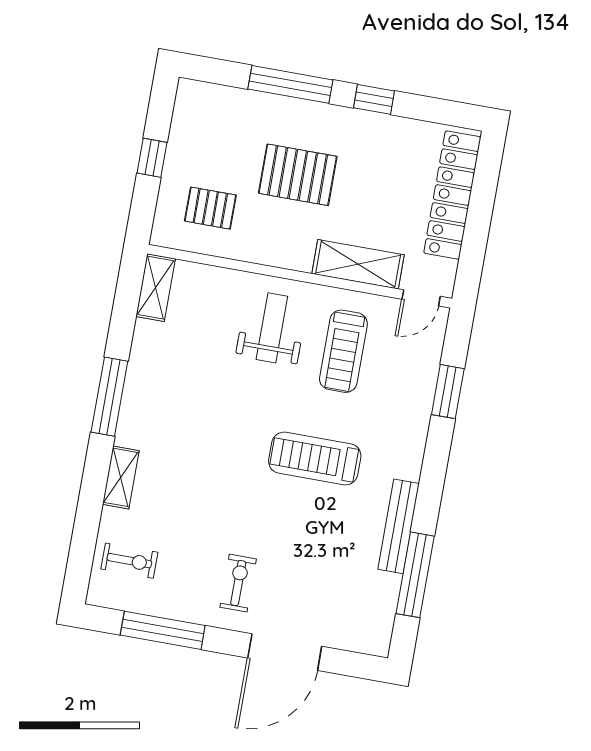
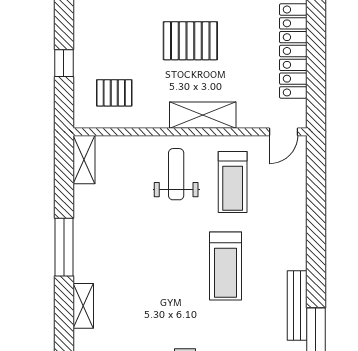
pallet: (298, 175) -> (190, 41), moved
shelving: (358, 264) -> (203, 115), moved
window: (448, 392) -> (316, 198), removed
treadmill: (315, 459) -> (226, 266), turned -90

